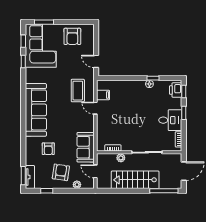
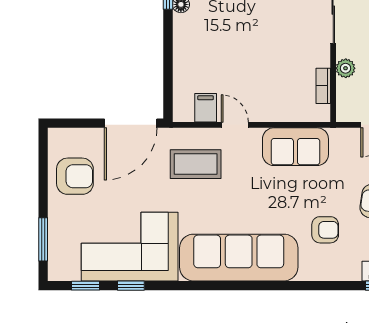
corner sofa: (41, 46) -> (130, 247), moved
door: (96, 61) -> (131, 123), width x1.87
door: (95, 108) -> (235, 125), swing flipped
sofa: (86, 147) -> (295, 147), moved

